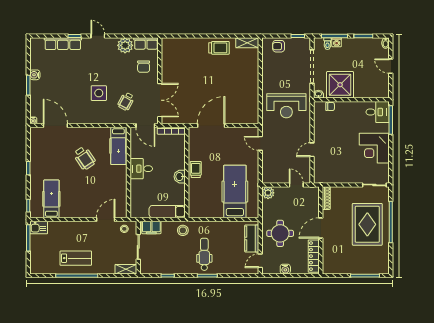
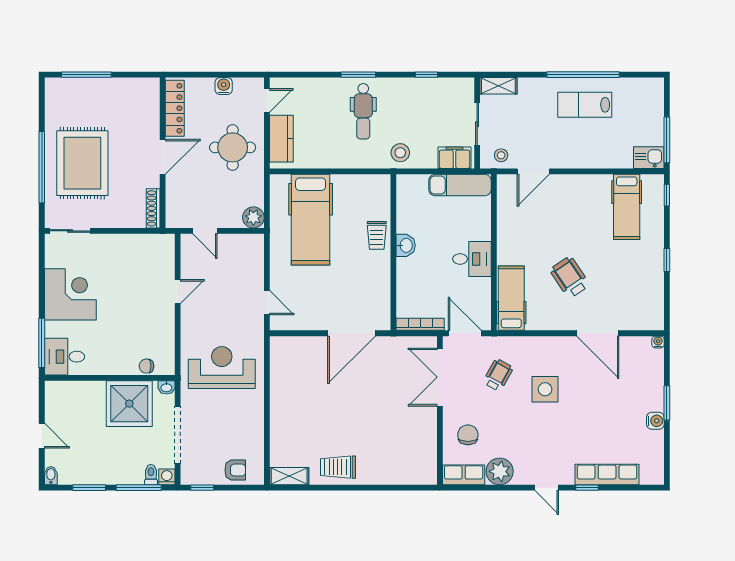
washing machine: (337, 42) -> (167, 477), moved
door: (55, 126) -> (598, 333), moved
trolley: (196, 169) -> (377, 235), moved
exam couch: (167, 212) -> (460, 185), moved

